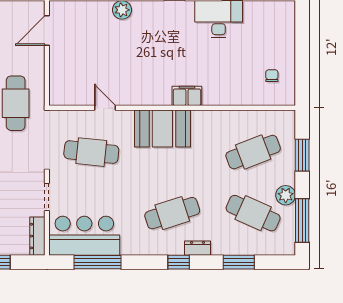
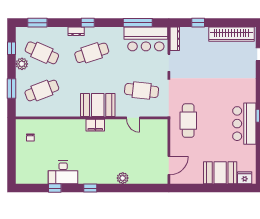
filing cabinet: (187, 96) -> (95, 125), moved
window: (302, 221) -> (12, 48), width x0.46
window: (239, 262) -> (37, 23), moved

